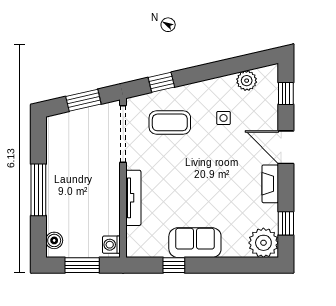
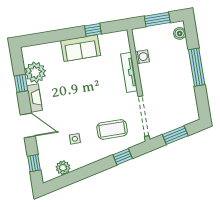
window: (286, 223) -> (21, 83), moved
plant: (263, 243) -> (35, 72), moved
washing machine: (111, 245) -> (142, 57), moved

